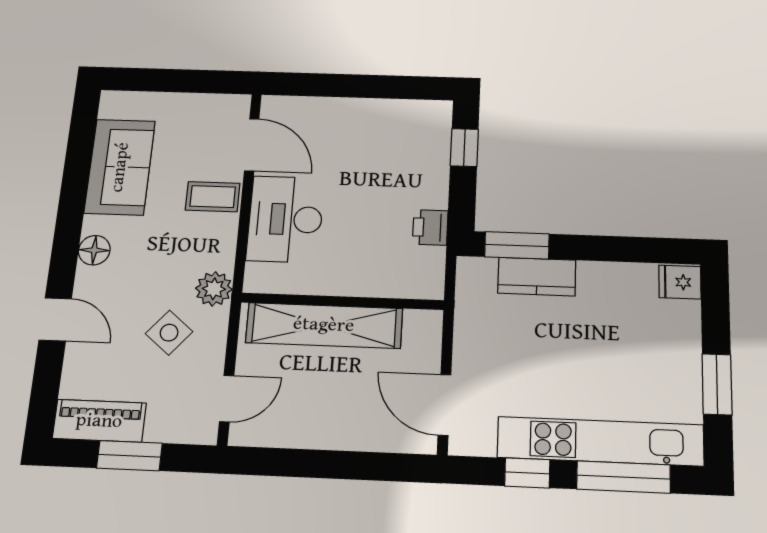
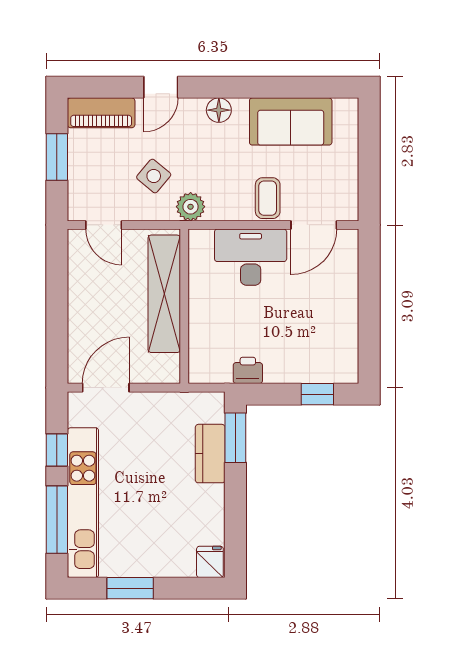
piano: (99, 421) -> (101, 113), moved, turned 90

